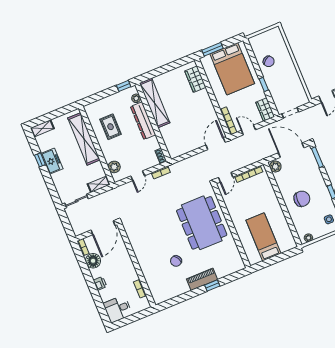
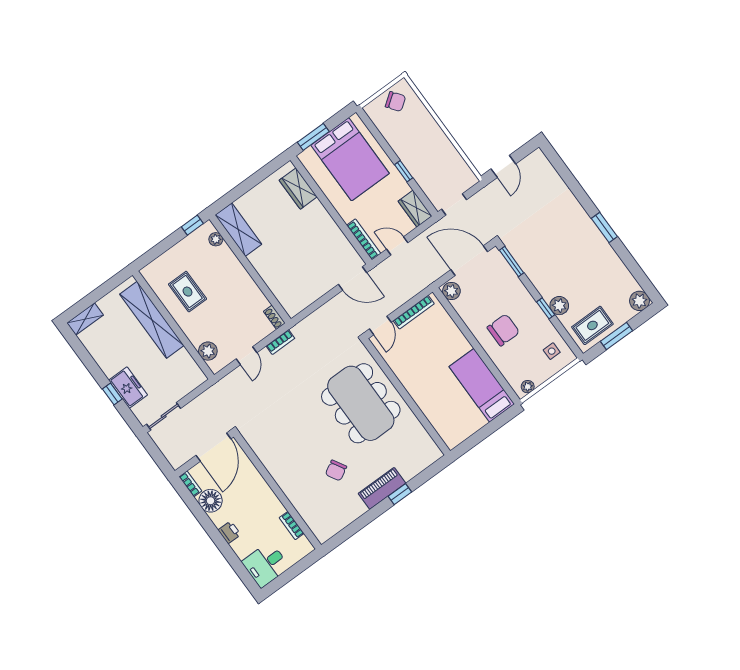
chair: (269, 61) -> (395, 102), moved
shelving: (155, 103) -> (238, 230), width x0.68
dresser: (143, 121) -> (235, 270), removed
door: (216, 144) -> (353, 278), swing flipped
window: (40, 160) -> (112, 394), moved
freezer: (52, 161) -> (128, 388), moved
shelving: (99, 184) -> (191, 383), removed
bed: (263, 237) -> (482, 385), moved

